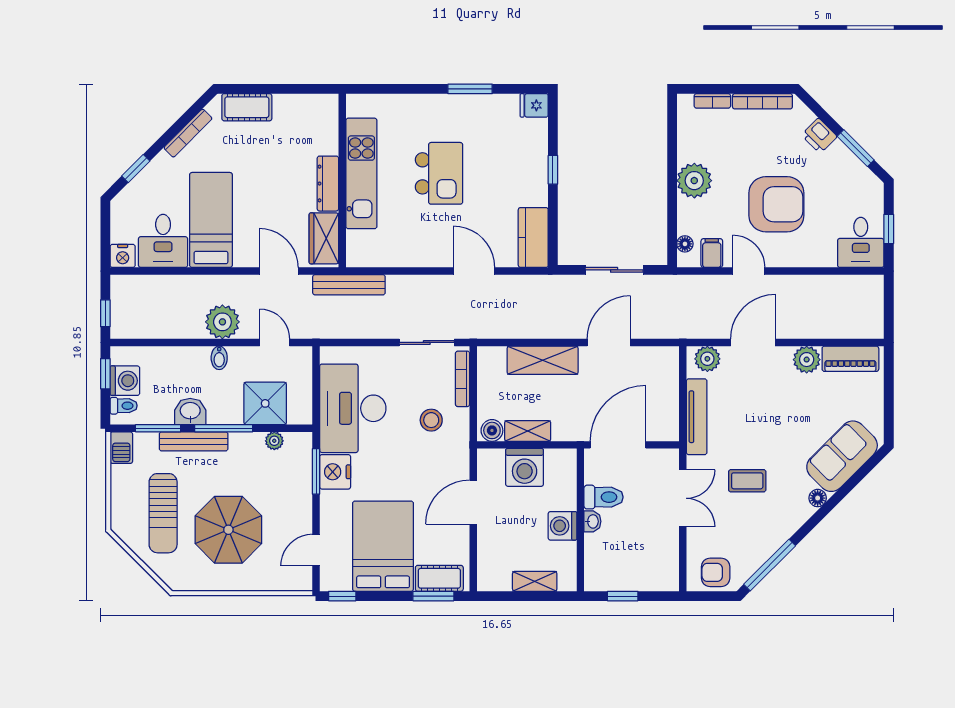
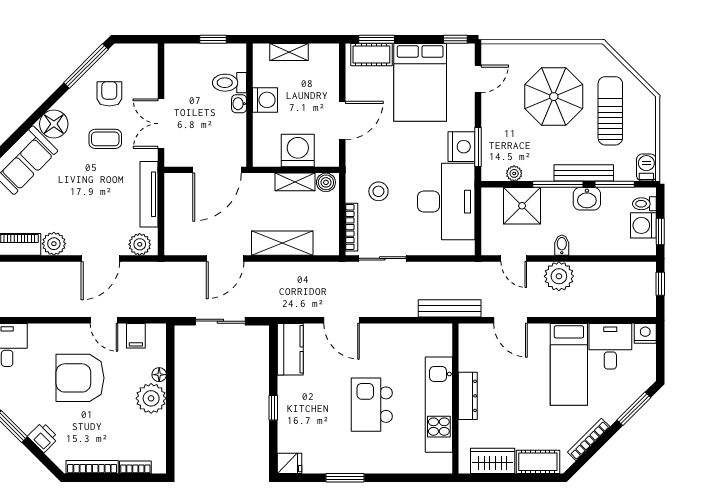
window: (136, 169) -> (634, 409), width x1.50
wardrobe: (324, 238) -> (493, 461), moved, turned -90
floor lamp: (685, 244) -> (159, 375), moved
toilet: (604, 497) -> (230, 83), moved
floor lamp: (818, 498) -> (54, 124), width x1.89, depth x1.89
armchair: (716, 572) -> (109, 94), moved, turned -90

